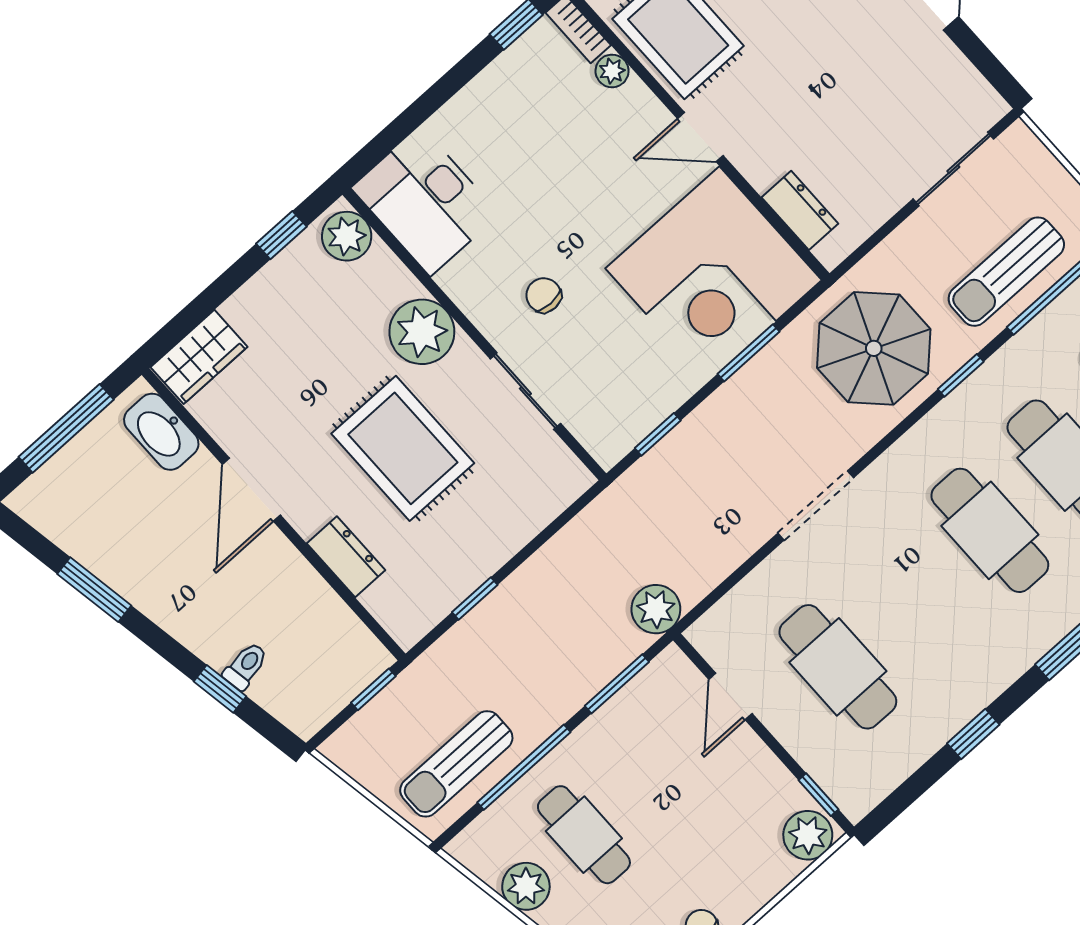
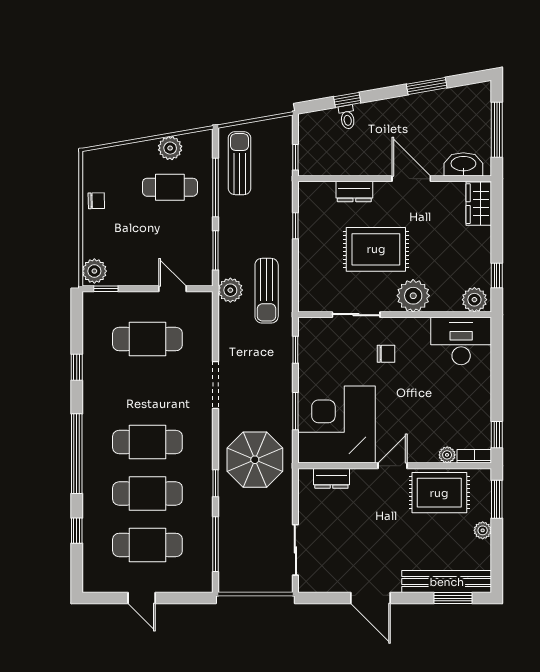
sun lounger: (1006, 272) -> (267, 291), moved, turned 180

